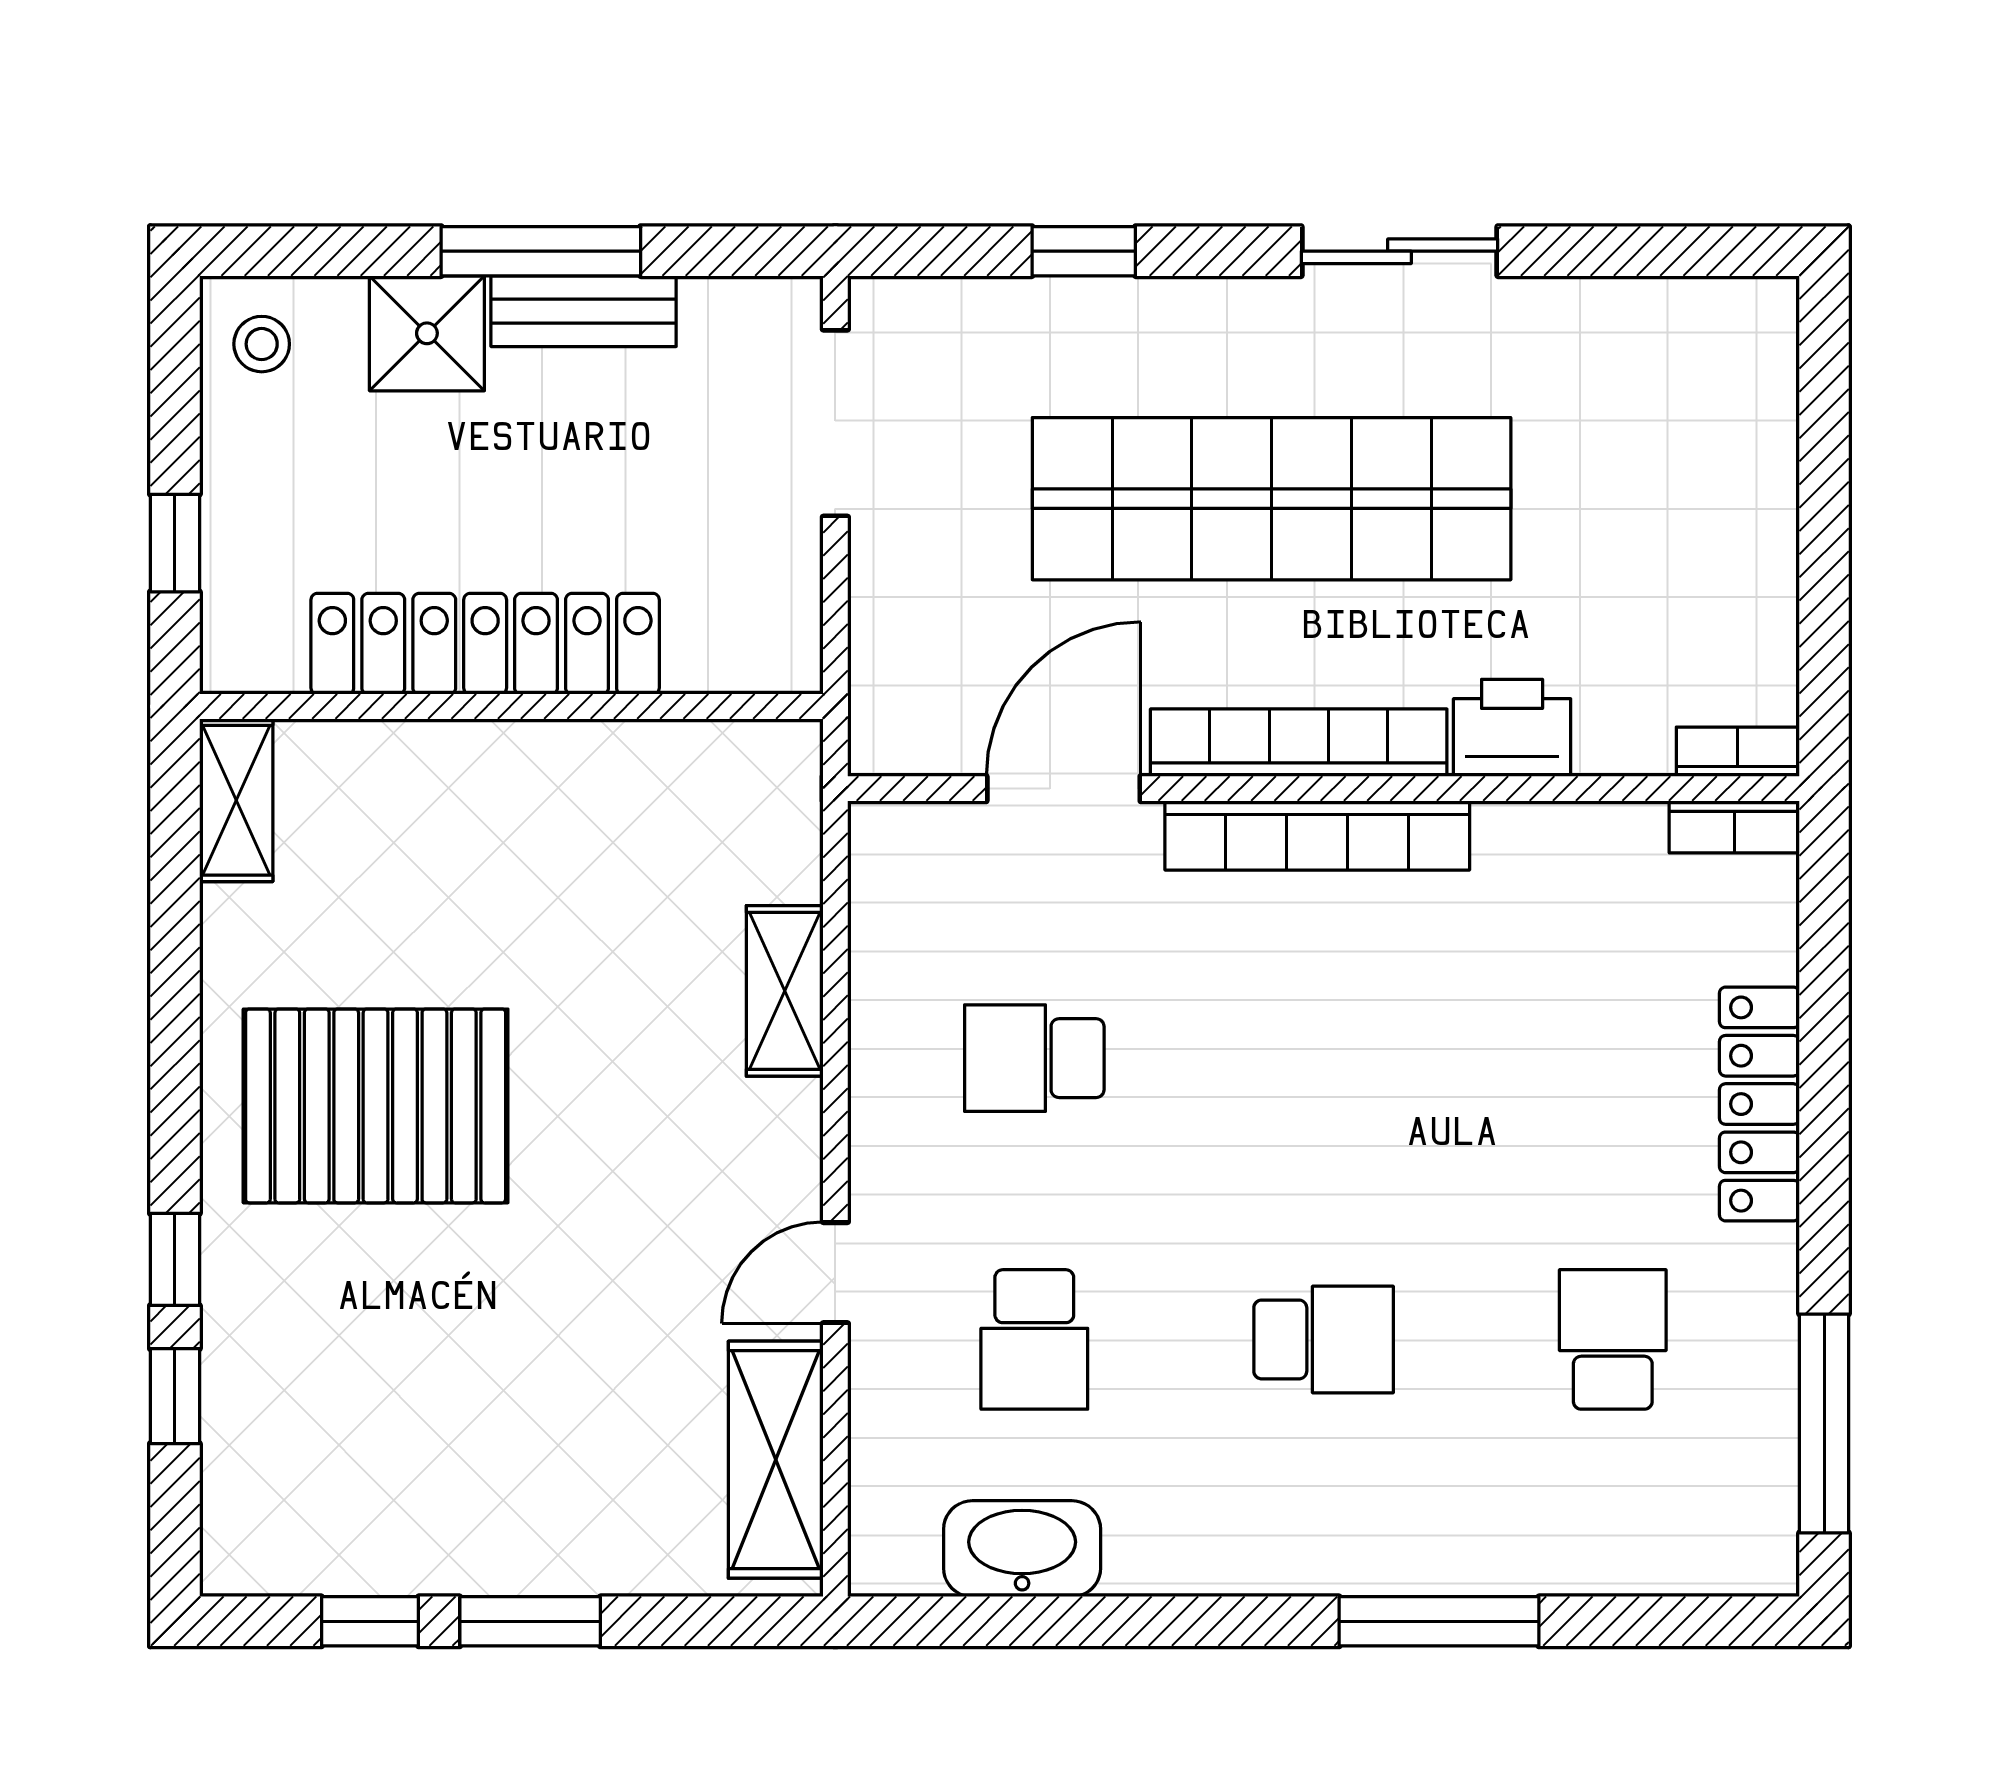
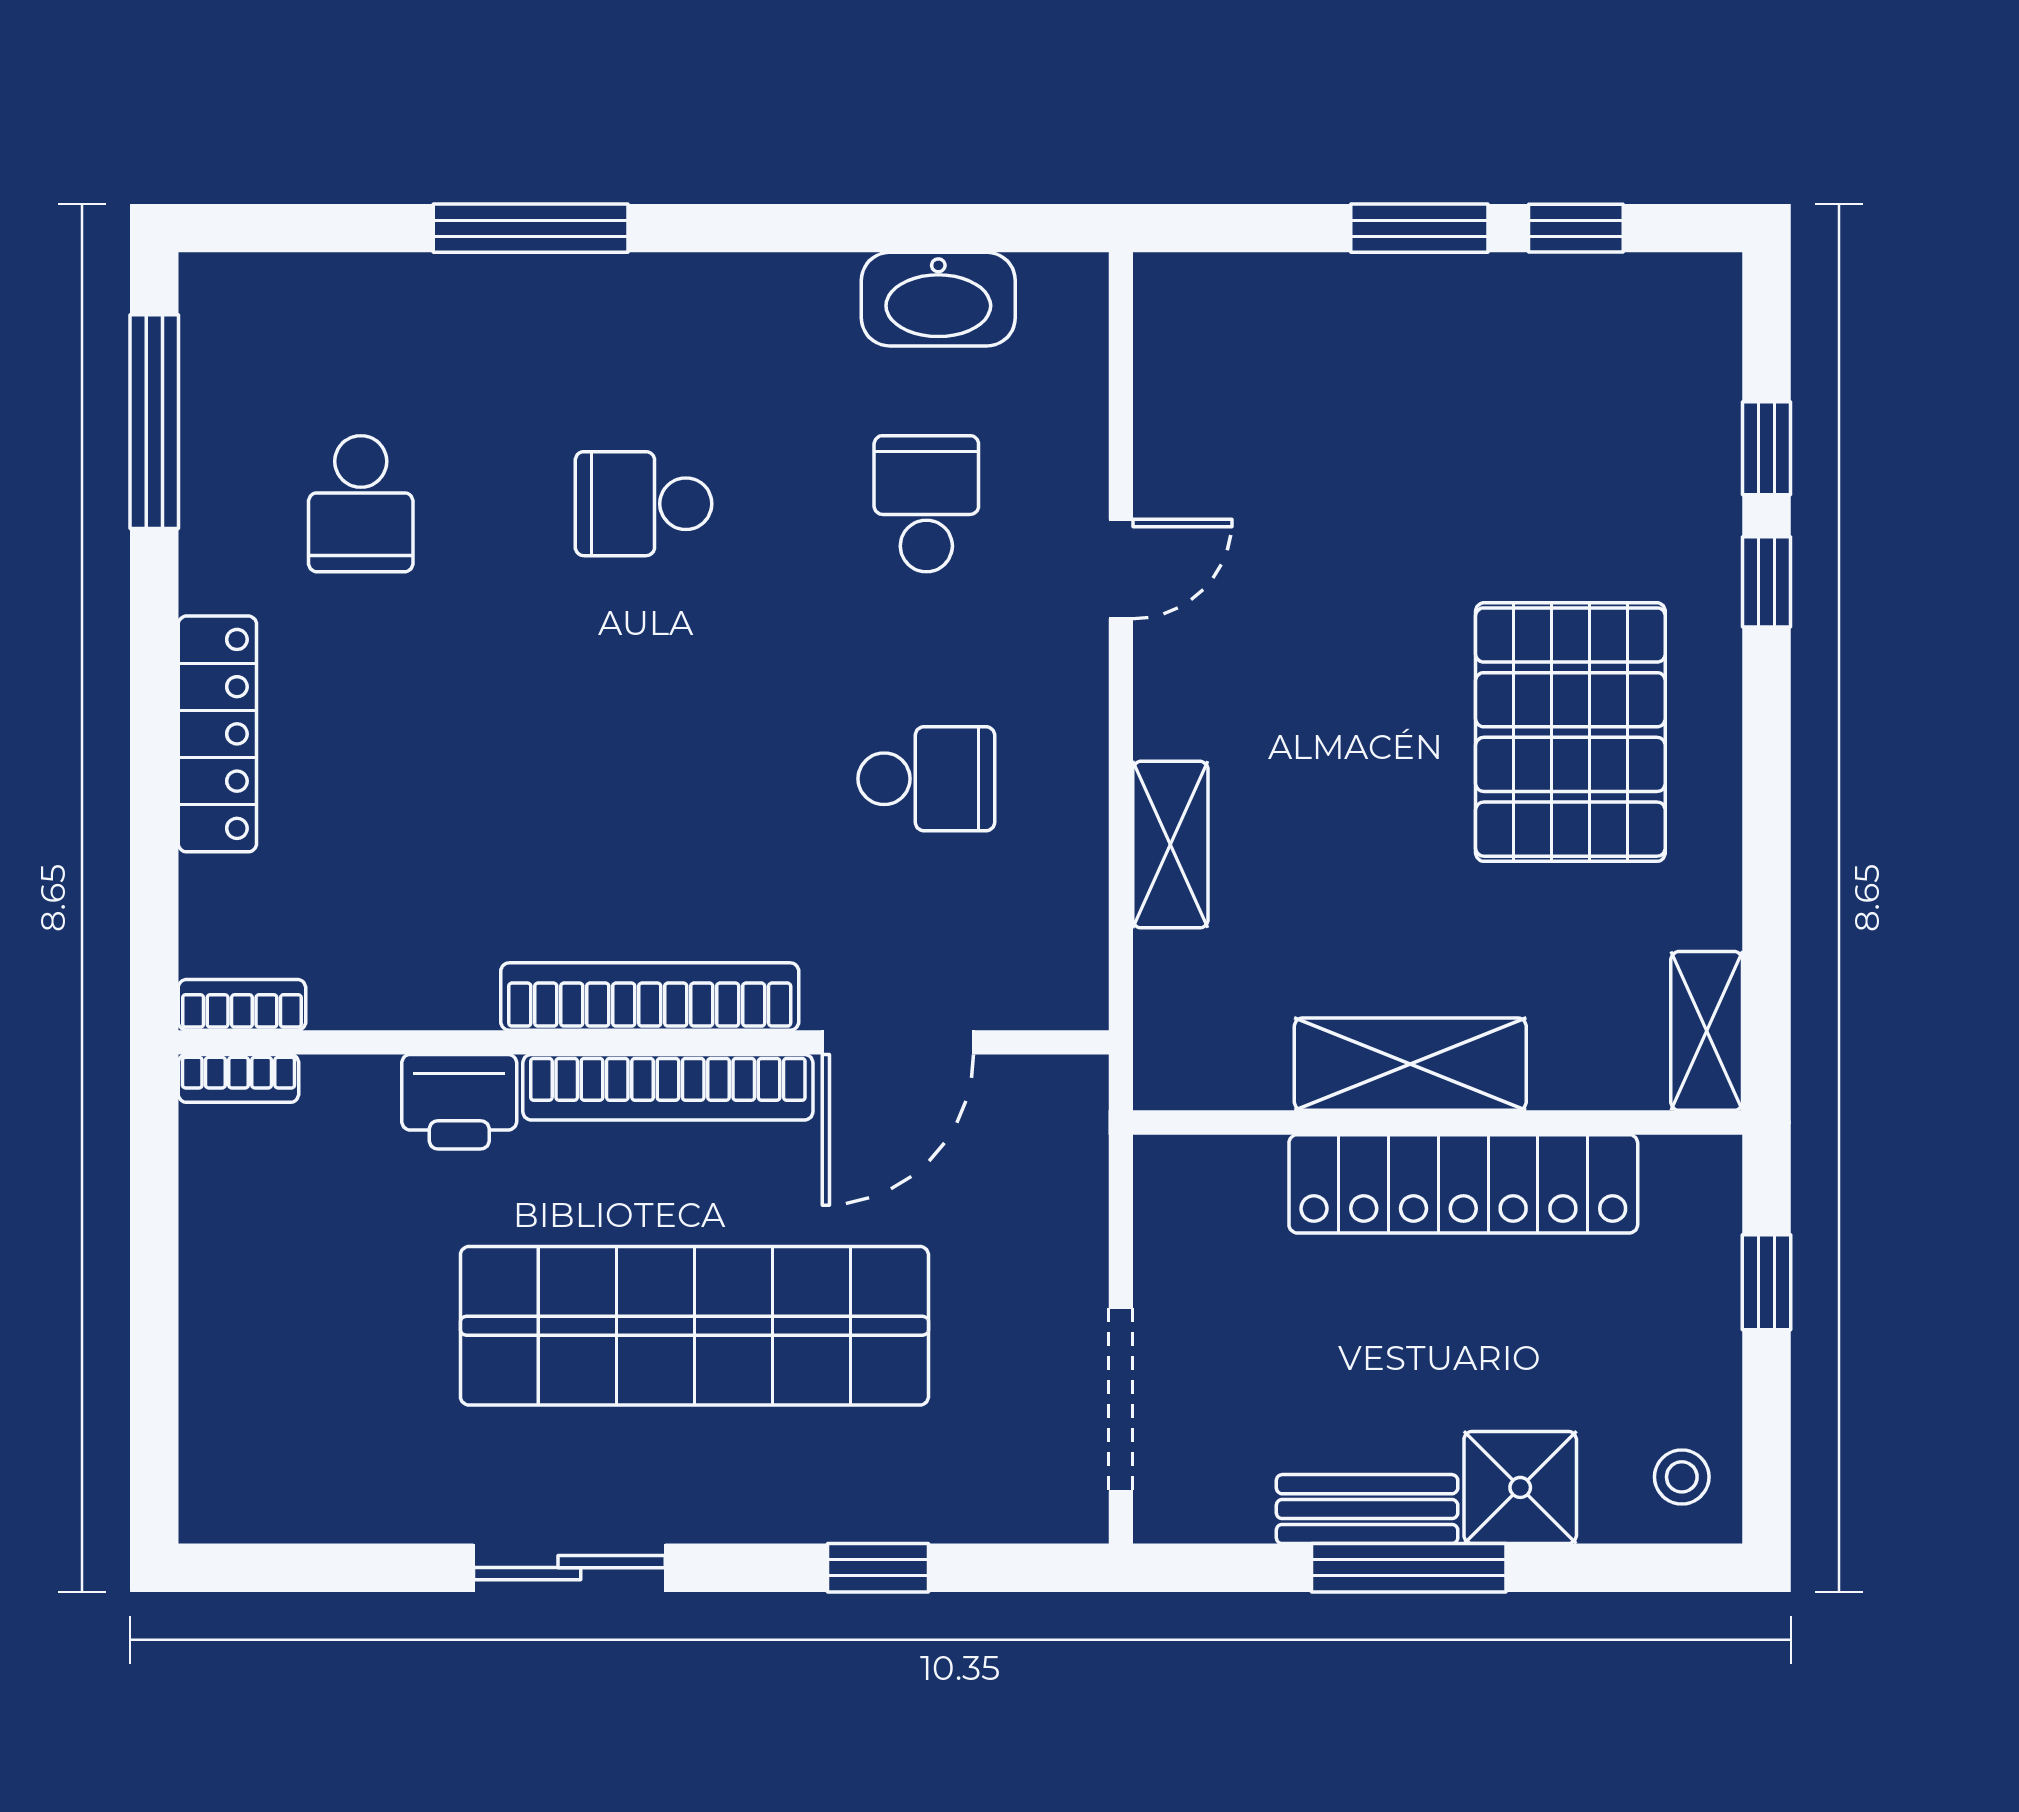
pallet: (376, 1106) -> (1570, 732), turned 90
shelving: (776, 1460) -> (1410, 1064), moved, turned 90

